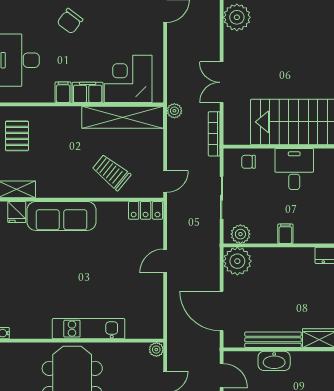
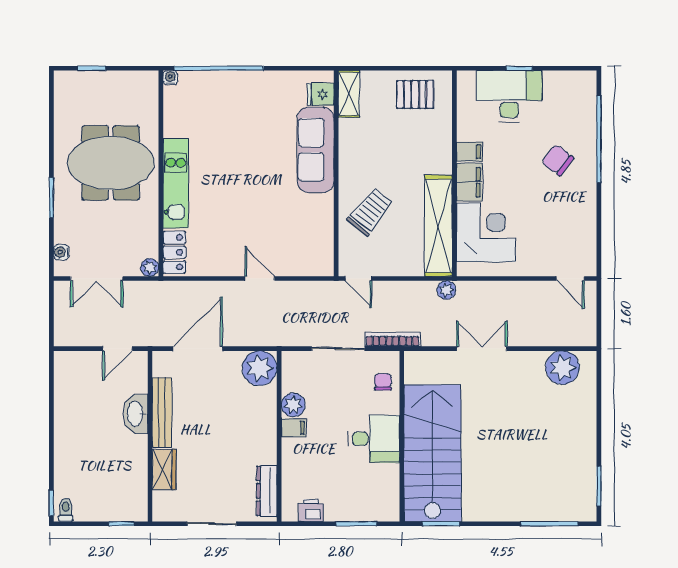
bookcase: (214, 134) -> (393, 339), moved
locker: (146, 210) -> (174, 252), moved, turned 180
plant: (240, 234) -> (293, 405), moved

